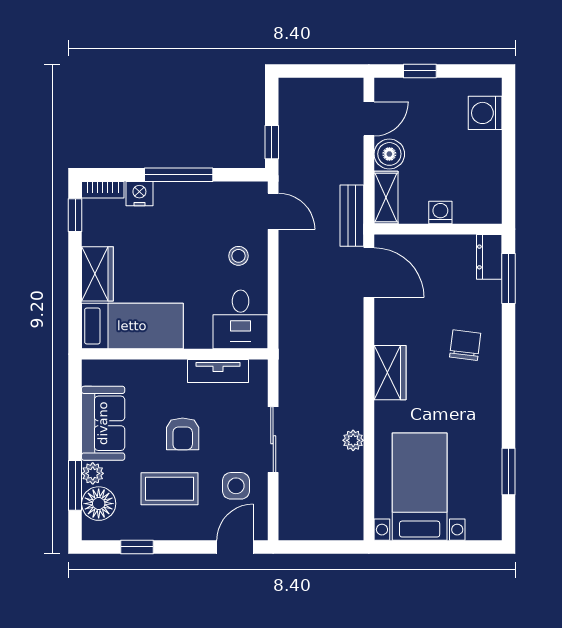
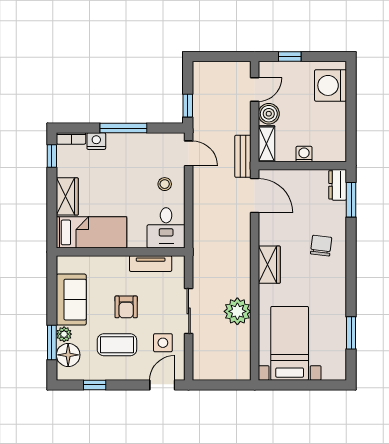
washing machine: (485, 113) -> (331, 85), width x1.37, depth x1.37
plant: (353, 440) -> (237, 311), width x1.88, depth x1.88

